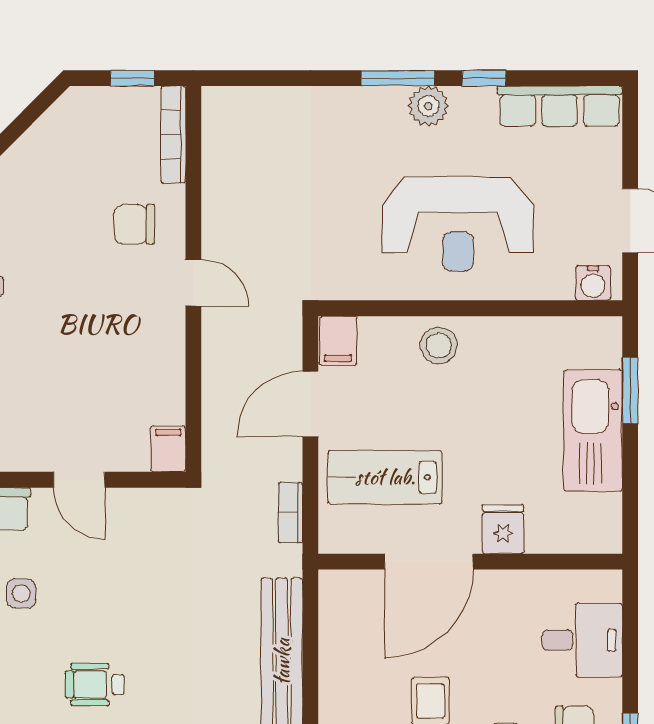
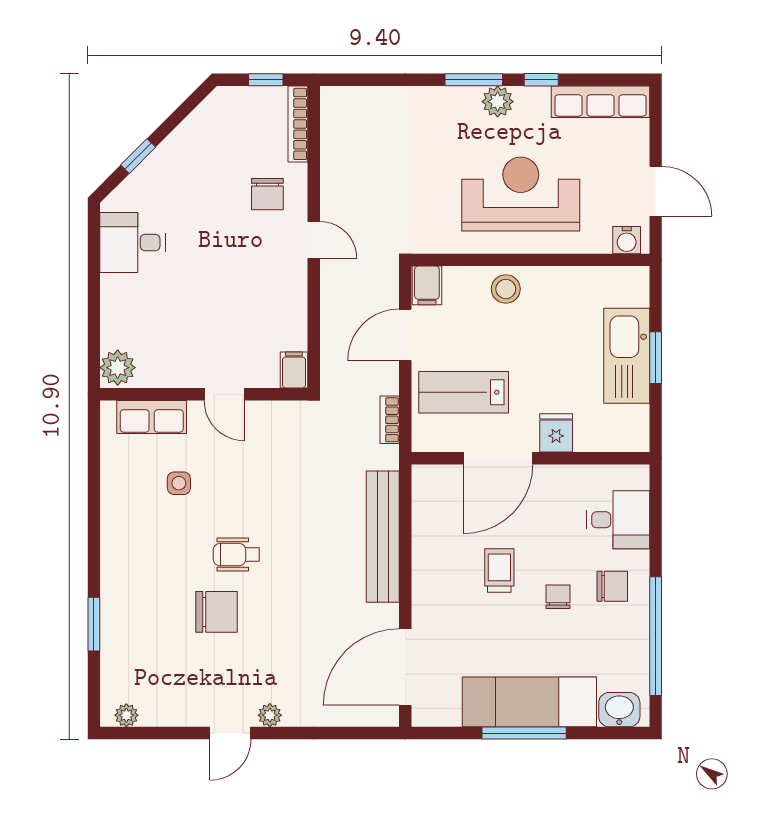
chair: (134, 224) -> (267, 194), turned -90
reception desk: (458, 224) -> (521, 194), turned 180
window: (630, 390) -> (656, 358), moved

